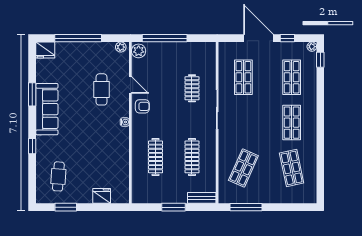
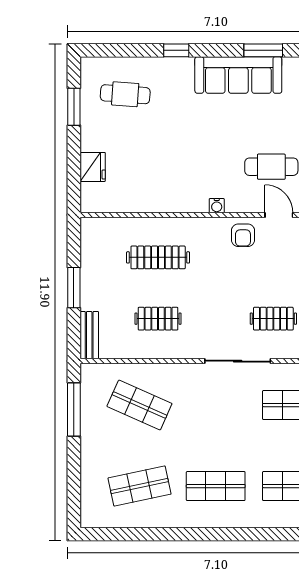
door: (130, 85) -> (279, 215), swing flipped
clothes rail: (192, 157) -> (158, 319), width x0.73

